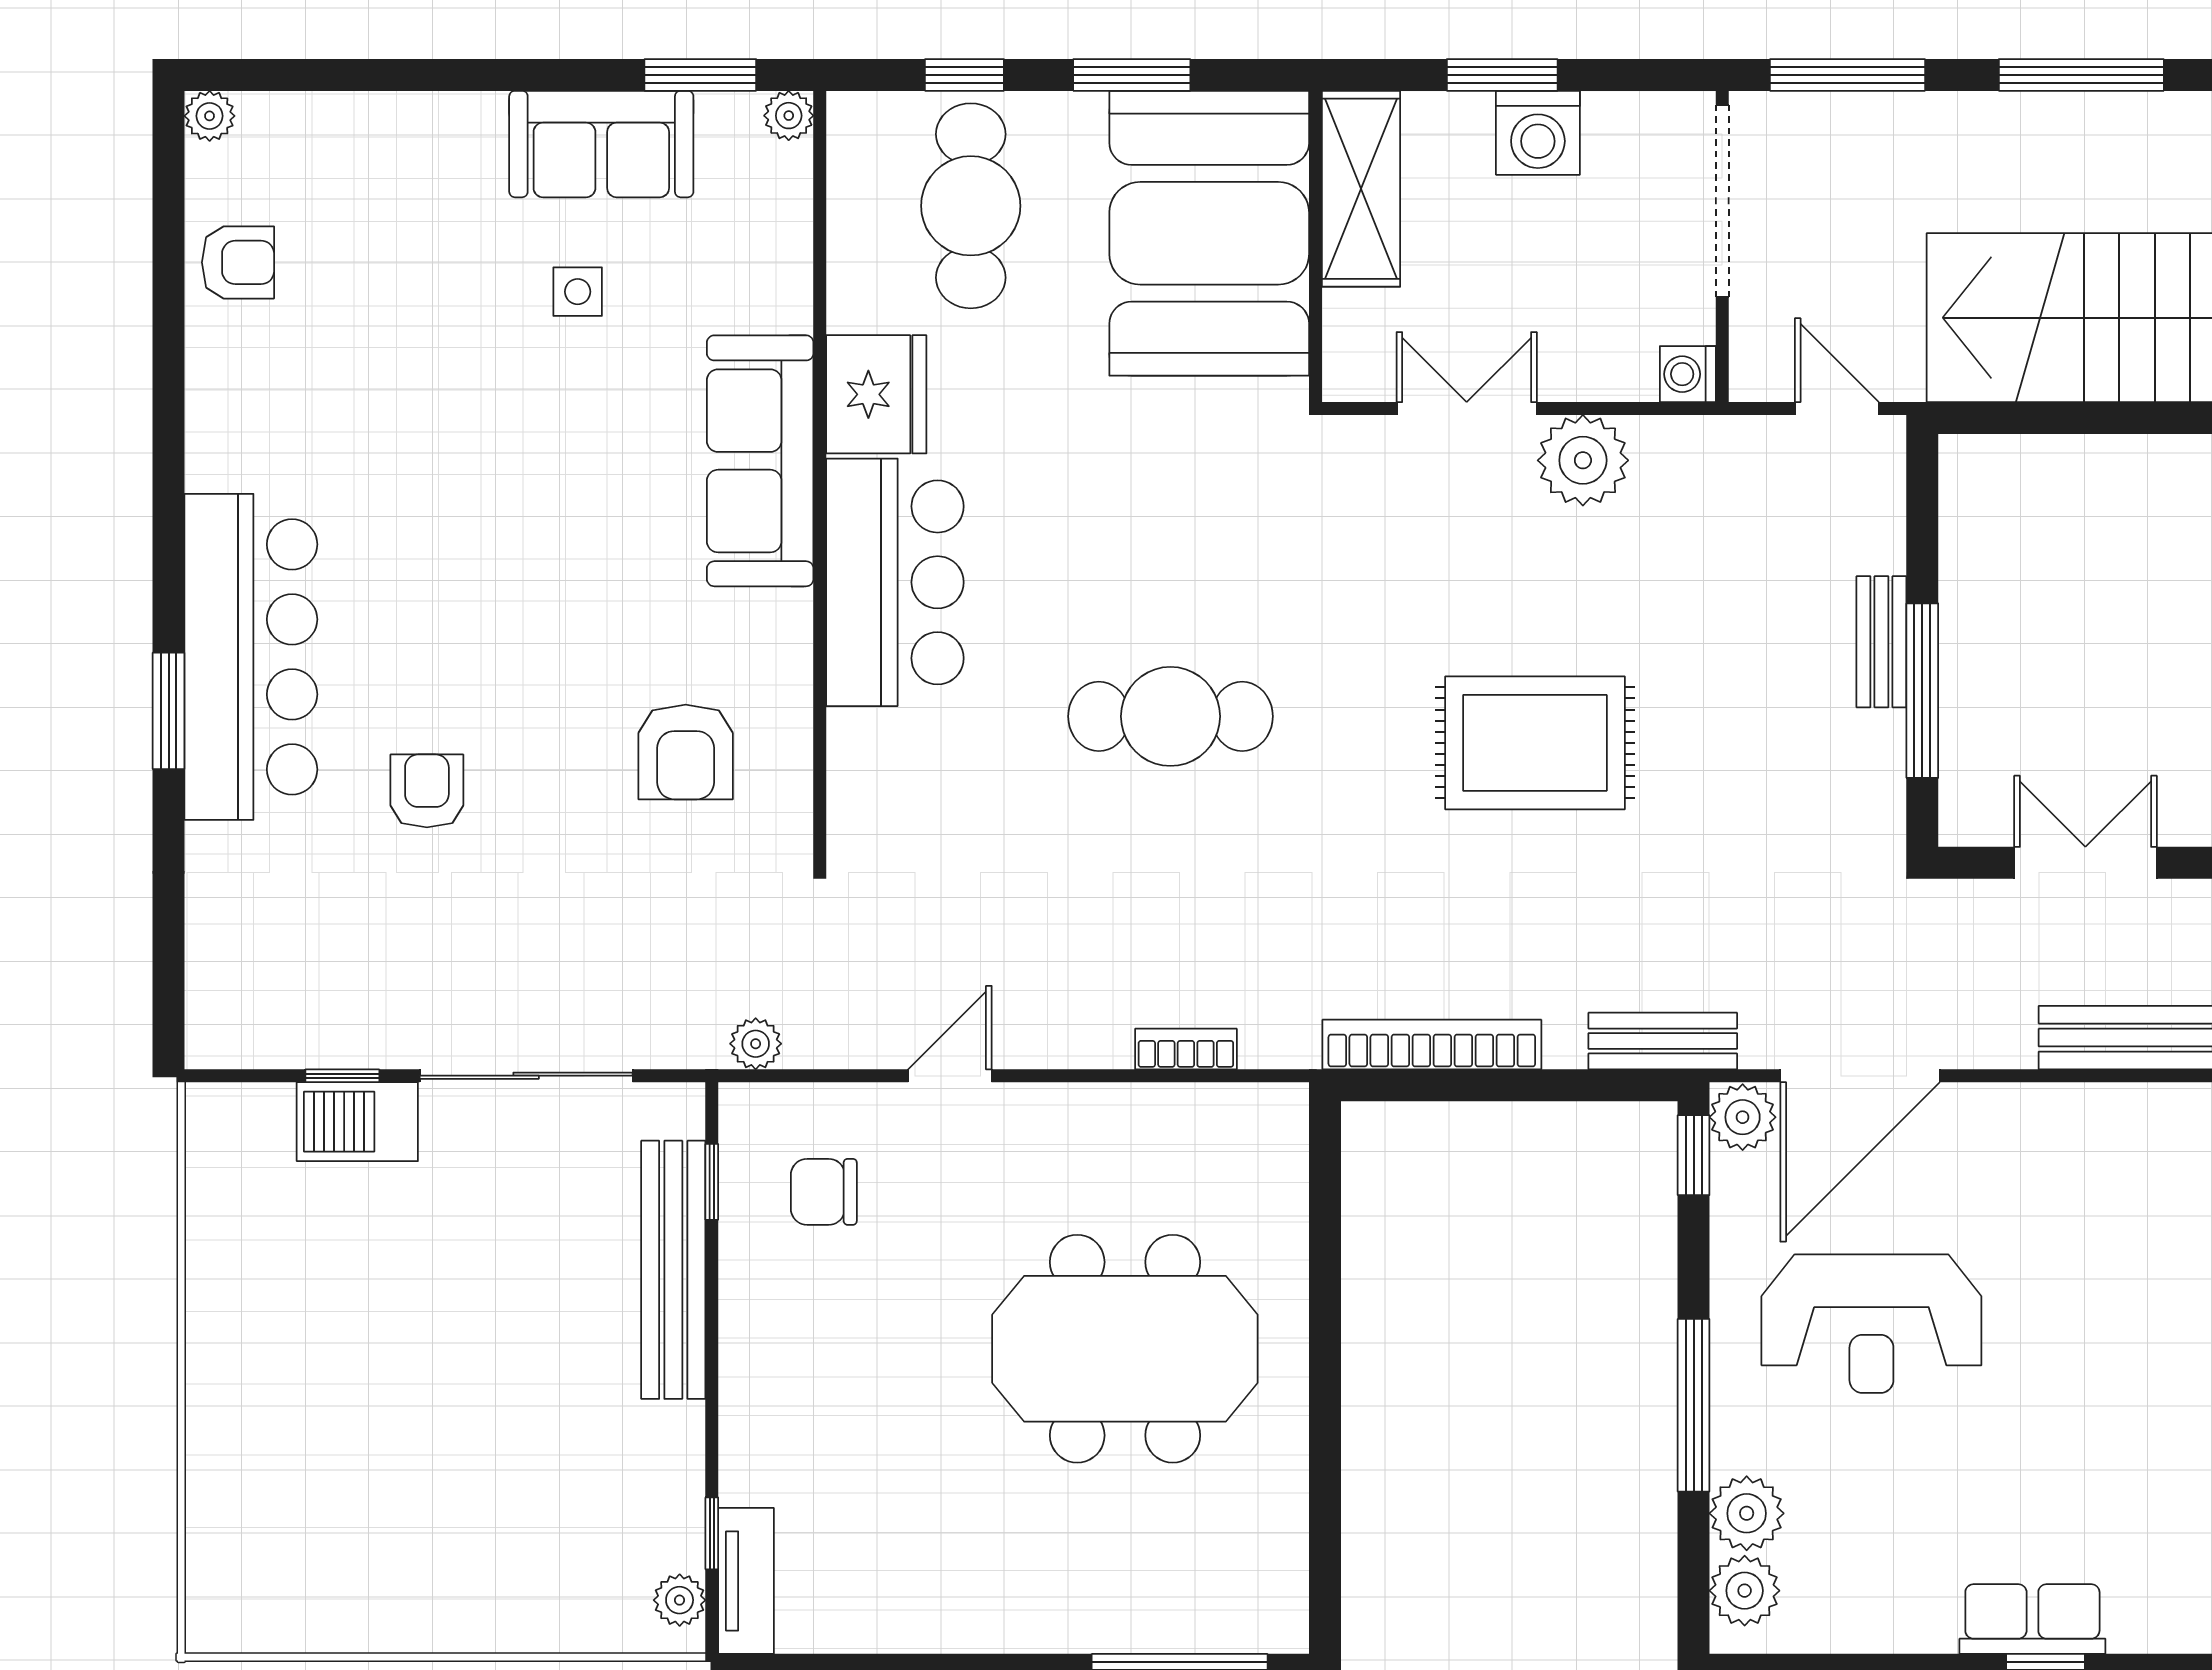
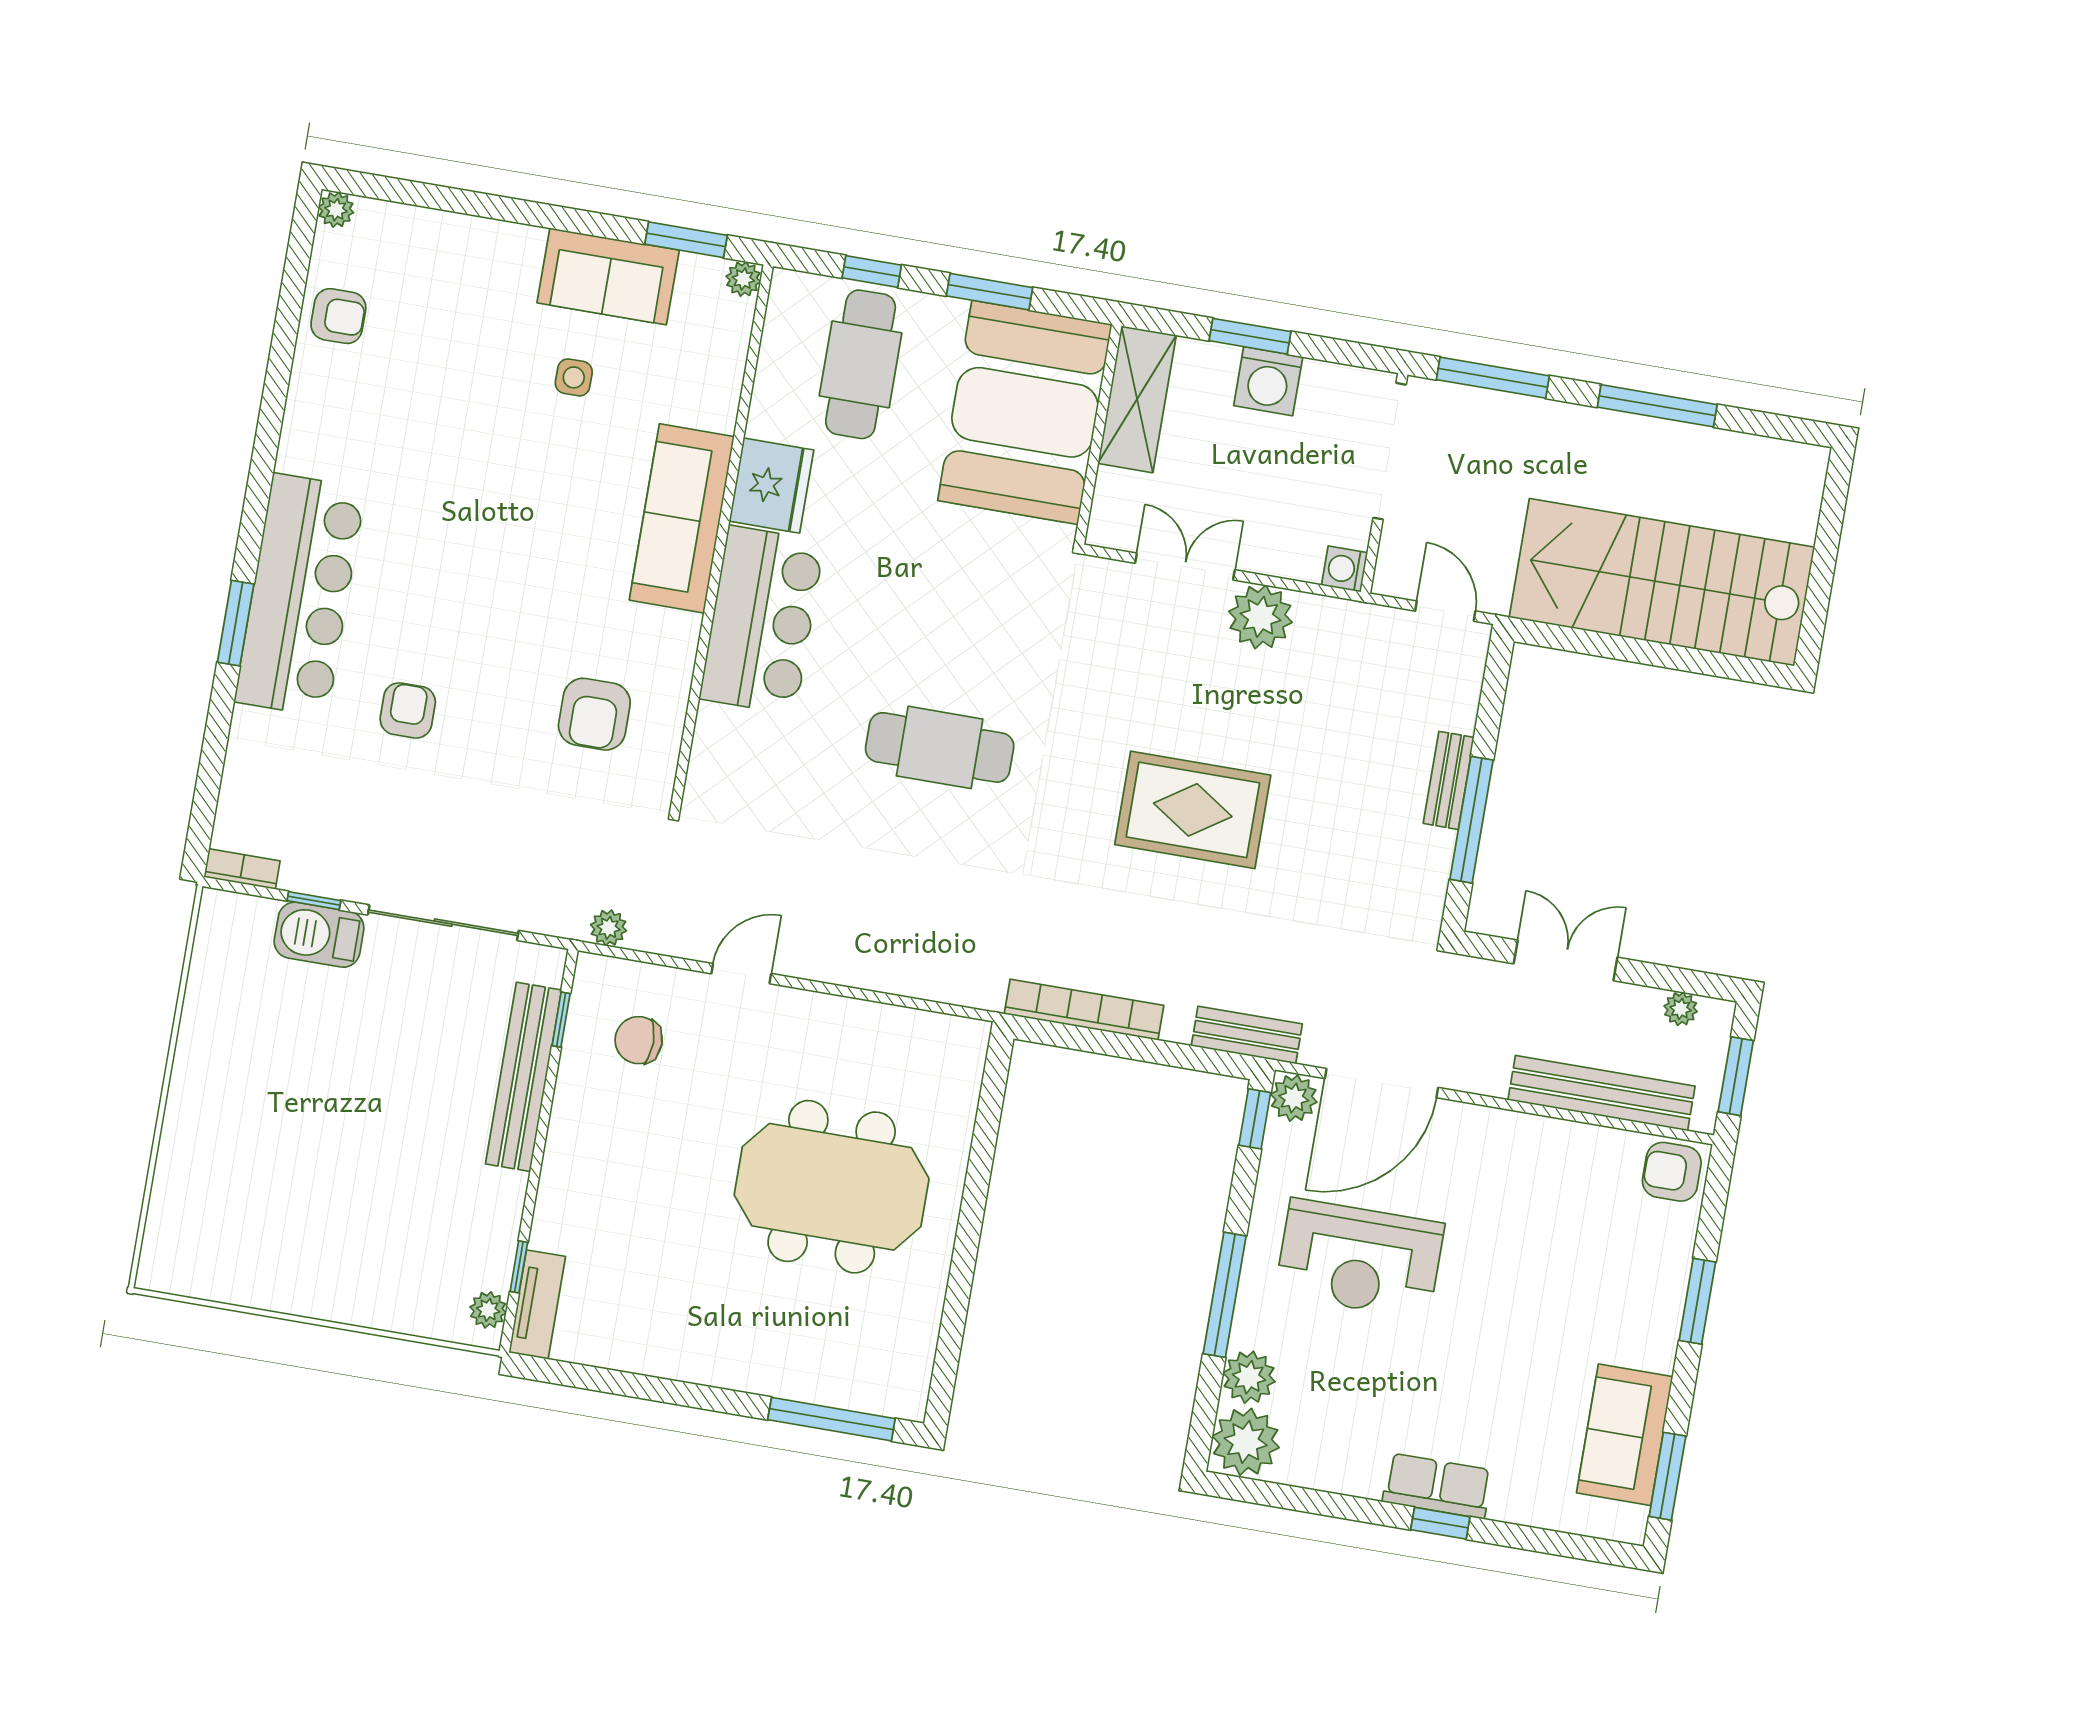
bookcase: (1186, 1049) -> (242, 869), moved
plant: (1745, 1591) -> (1246, 1442), width x1.36, depth x1.36

